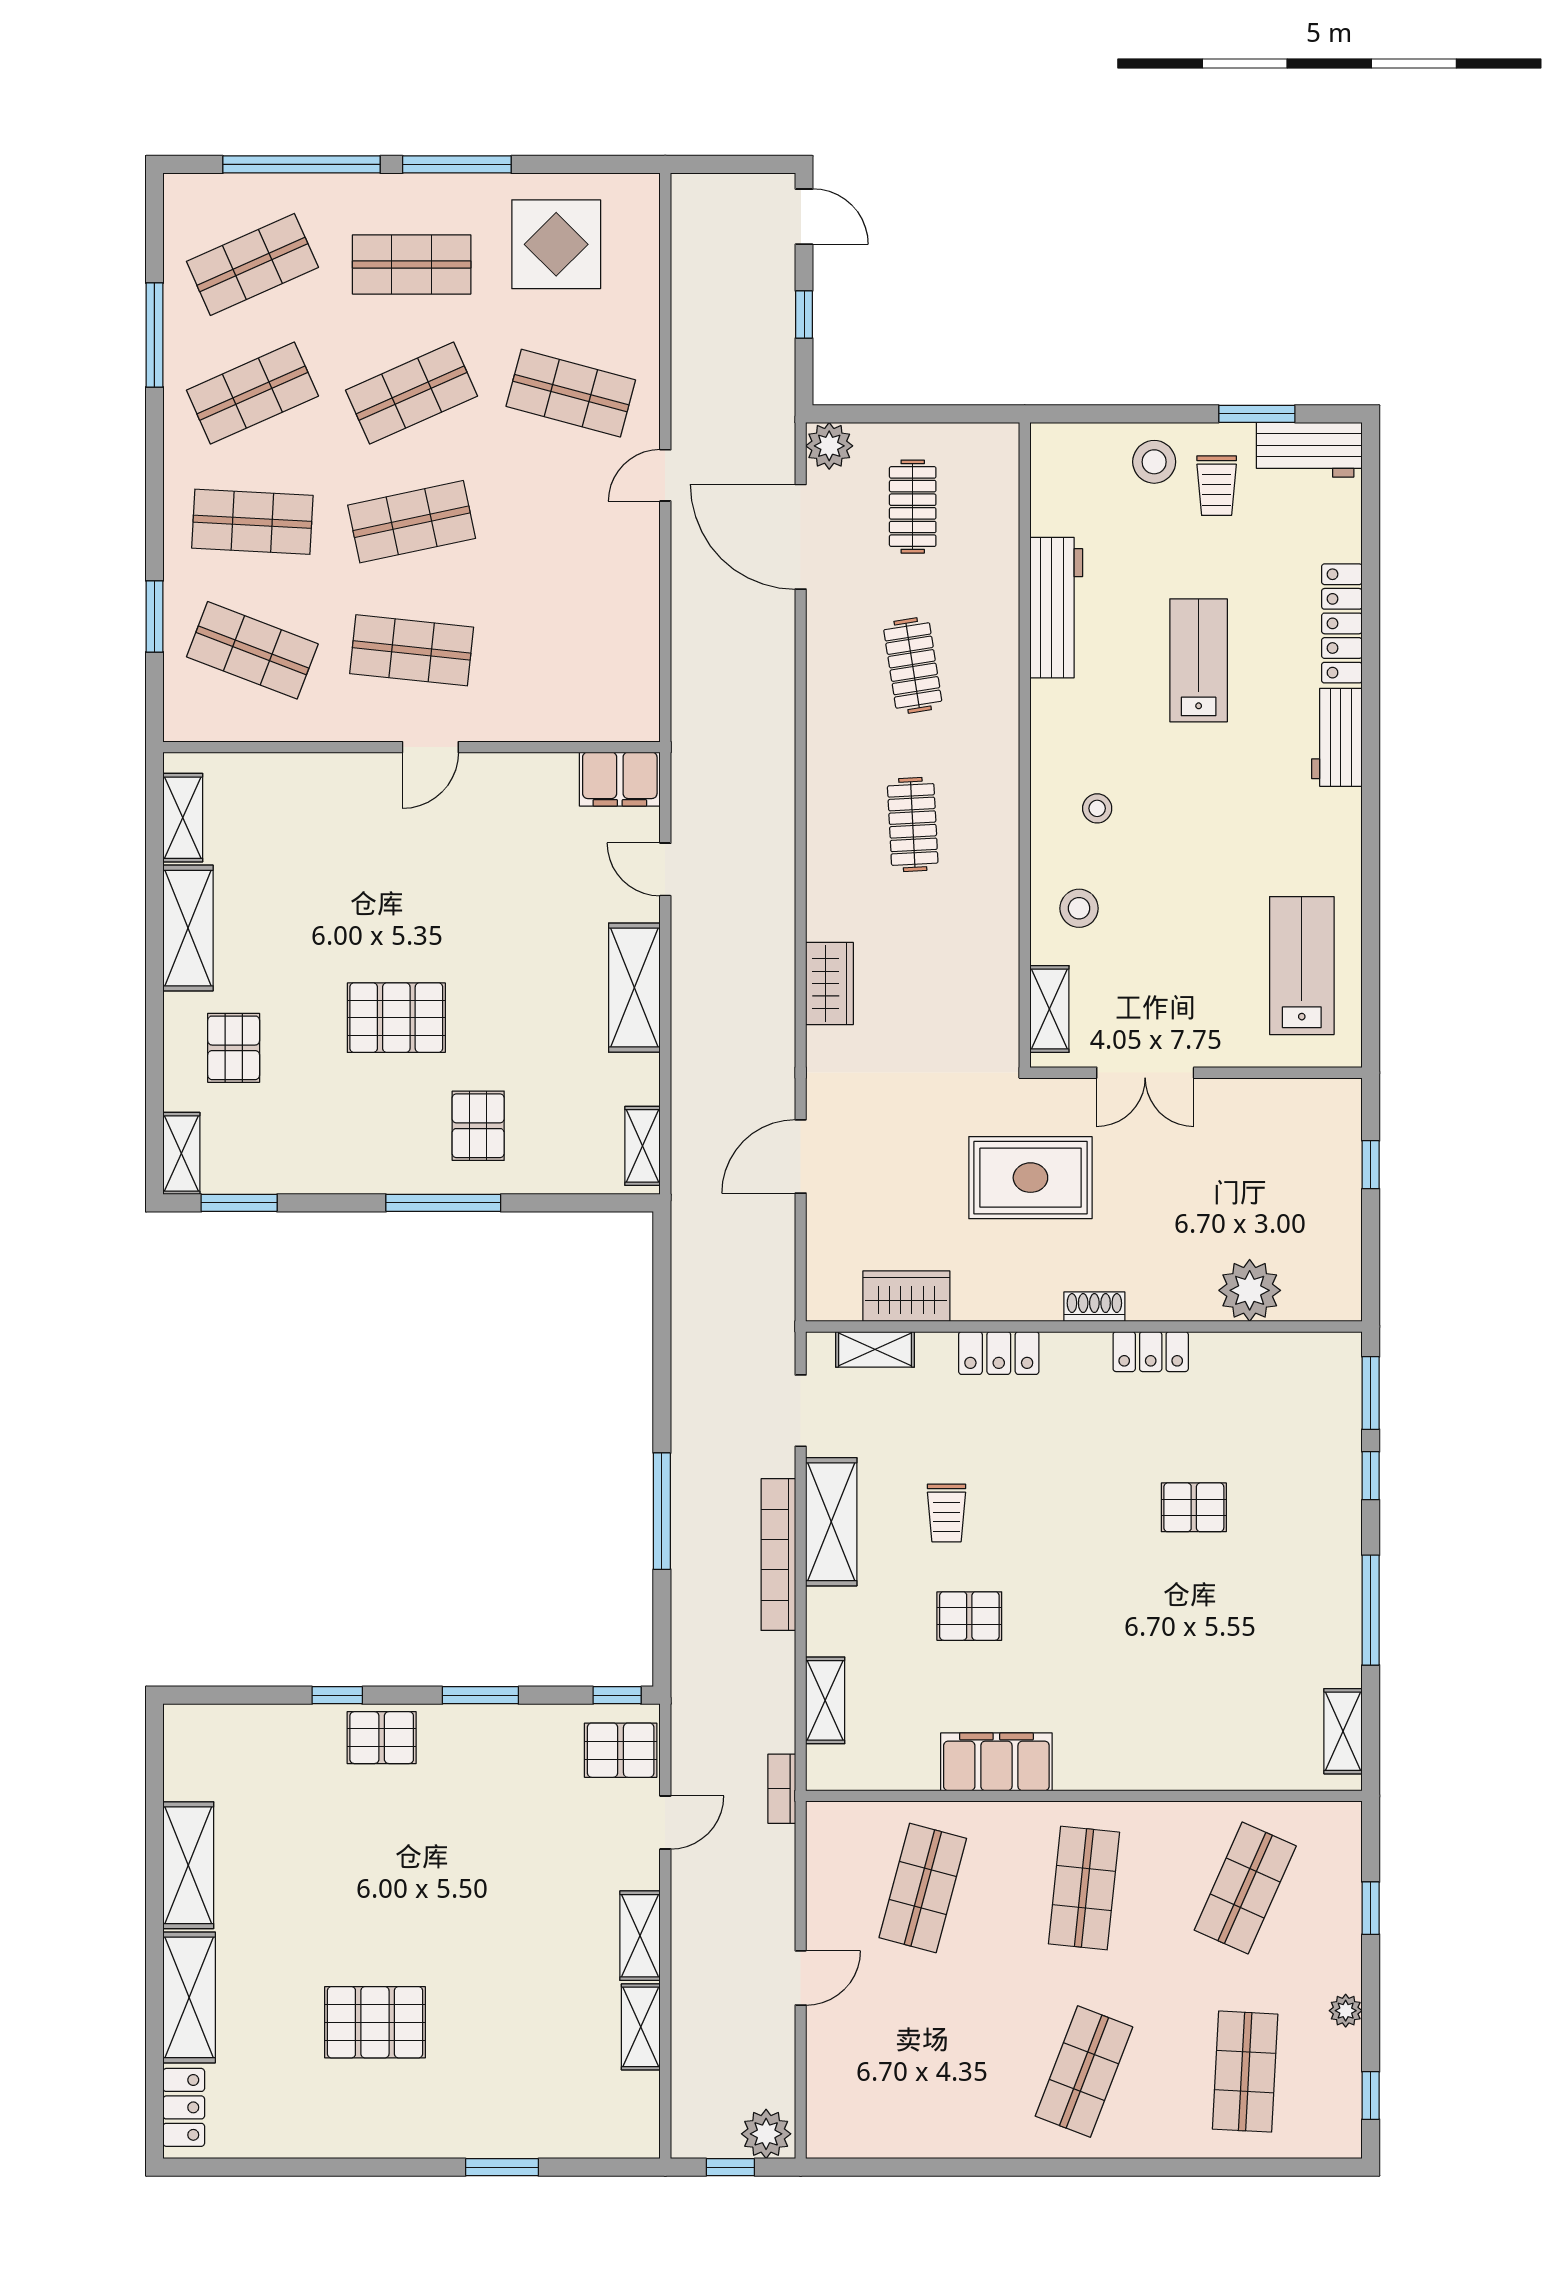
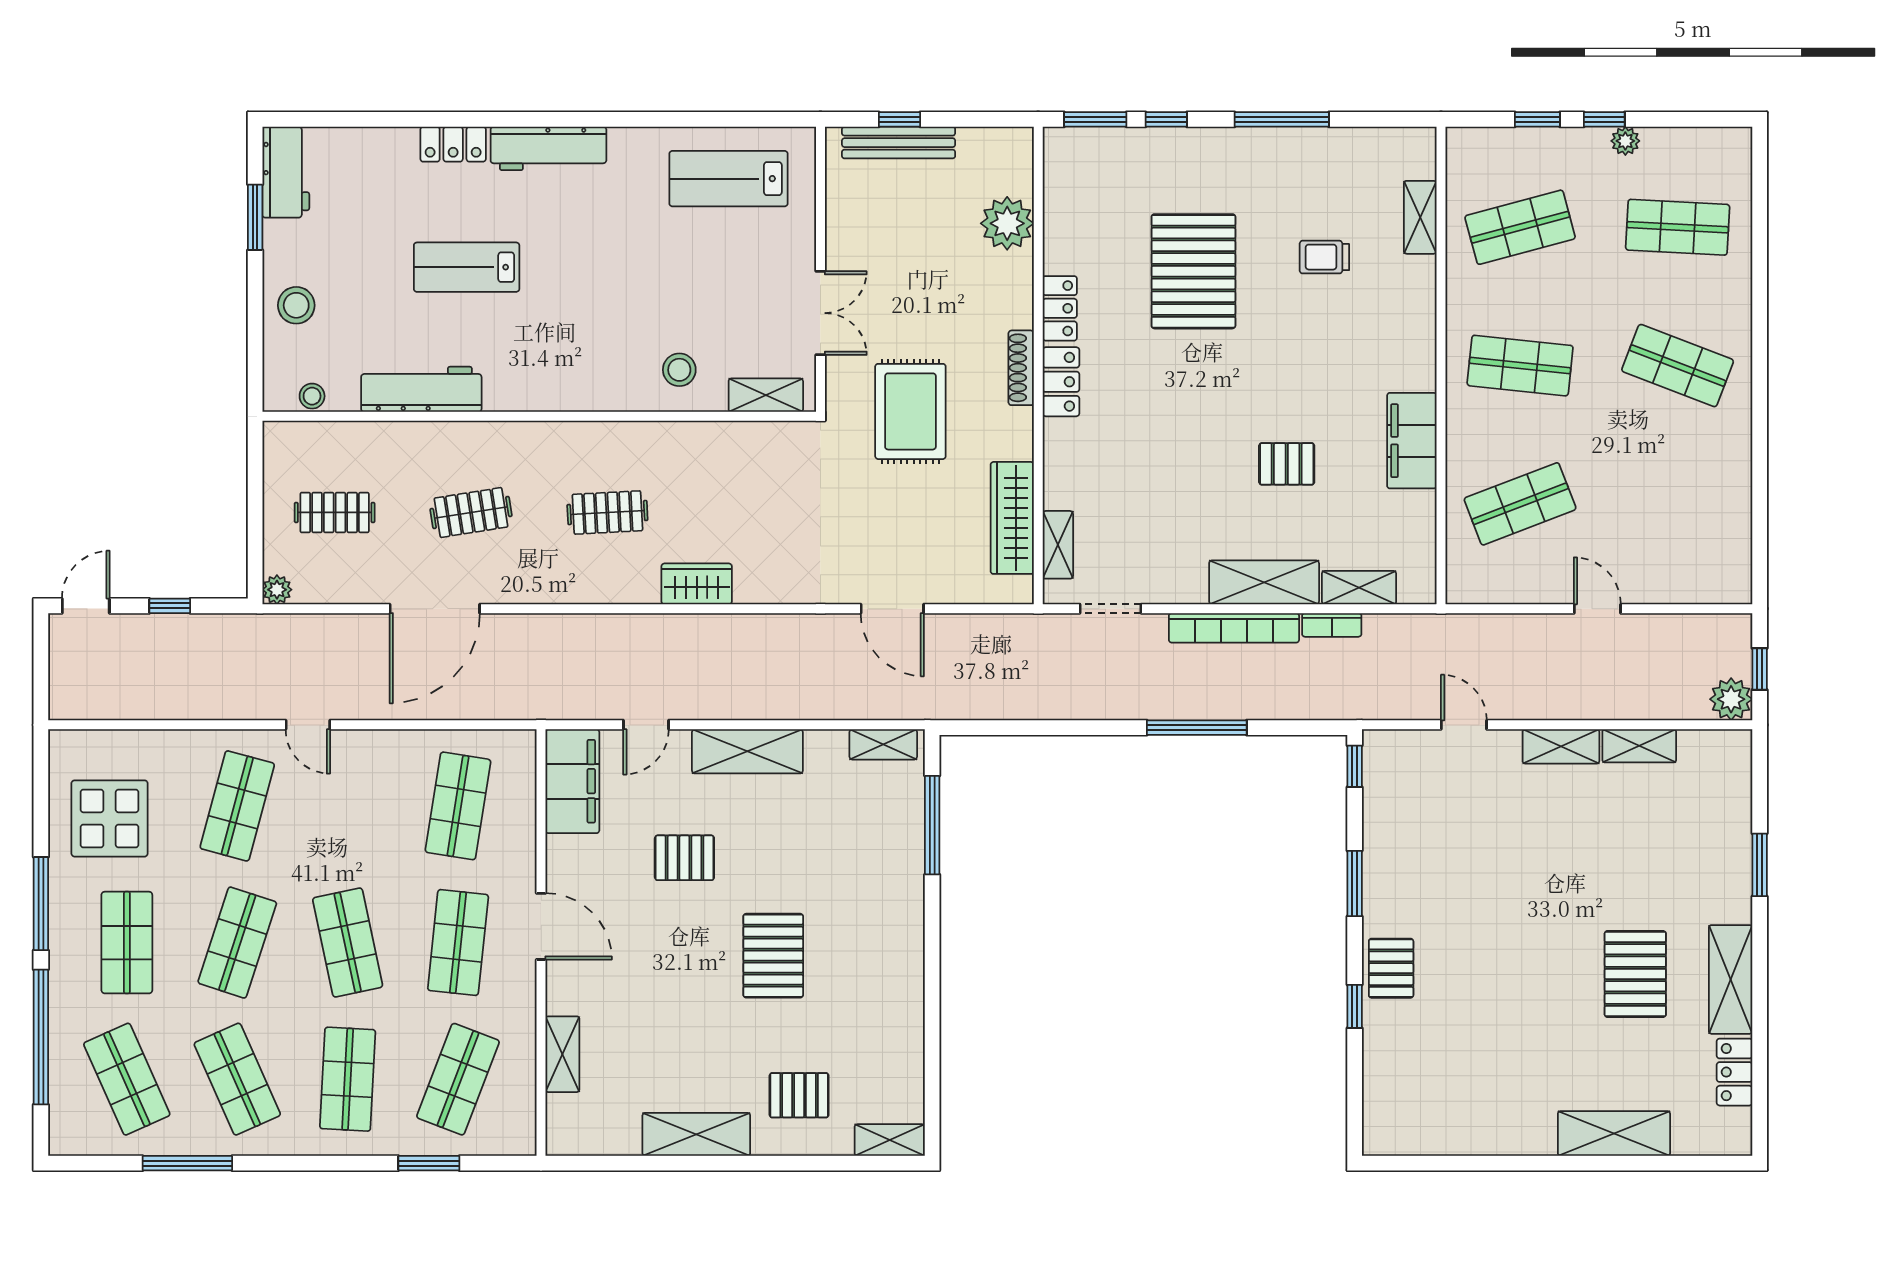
shop shelf: (412, 393) -> (237, 943), turned 42
plant: (829, 446) -> (277, 590), width x0.73, depth x0.73
trolley: (1217, 486) -> (317, 252), removed
door: (801, 537) -> (435, 609), moved
locker: (1342, 623) -> (453, 144), width x0.66
shop shelf: (571, 650) -> (458, 806), added
workbench: (1337, 737) -> (548, 148), width x1.38
door: (430, 747) -> (541, 926), width x1.38
filing cabinet: (620, 779) -> (572, 781), width x1.50, depth x1.17
stool: (1097, 808) -> (312, 396), moved
shelving: (183, 818) -> (562, 1054), moved, turned 90
wardrobe: (830, 983) -> (697, 584), moved
pallet: (478, 1126) -> (684, 858), moved
bench: (1344, 1164) -> (899, 143), added
window: (239, 1203) -> (932, 1091), removed
window: (443, 1203) -> (932, 825), moved
wardrobe: (906, 1296) -> (1012, 518), width x1.50
shoe rack: (1094, 1307) -> (1021, 368), width x1.43
locker: (999, 1353) -> (1061, 382), moved
pallet: (1194, 1507) -> (1193, 271), width x2.05, depth x2.00
trolley: (946, 1513) -> (1324, 257), moved, turned 180
shelving: (831, 1522) -> (1264, 582), moved
pallet: (969, 1616) -> (1287, 464), turned 90
shelving: (1343, 1731) -> (1420, 217), moved, turned 90
pallet: (621, 1750) -> (1402, 763), removed
bookcase: (782, 1789) -> (1332, 625), moved
shelving: (188, 1865) -> (1731, 979), moved, turned 90
shop shelf: (923, 1888) -> (1520, 504), turned -36
shop shelf: (1245, 1888) -> (1520, 227), turned -39
window: (1371, 2096) -> (1604, 119), moved
locker: (184, 2107) -> (1734, 1072), moved, turned -90
plant: (766, 2134) -> (1731, 699), moved

